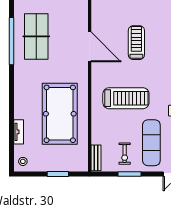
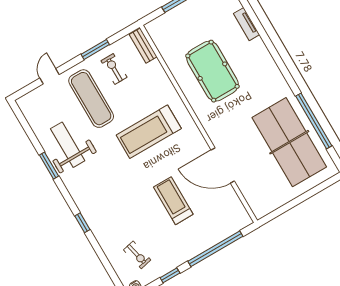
table tennis table: (36, 36) -> (289, 142), width x1.36, depth x1.32
treadmill: (136, 43) -> (173, 201), turned 180
pool table: (60, 114) -> (212, 71), width x0.73, depth x0.76

